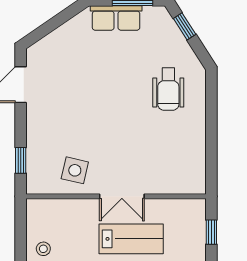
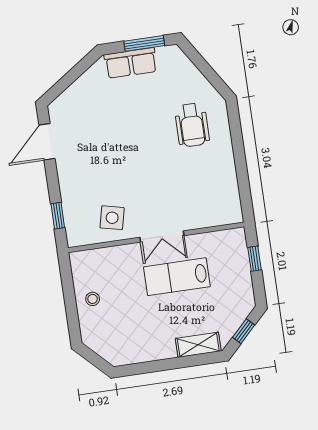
window: (185, 26) -> (199, 61), removed
lab bench: (131, 239) -> (177, 277), turned 180

